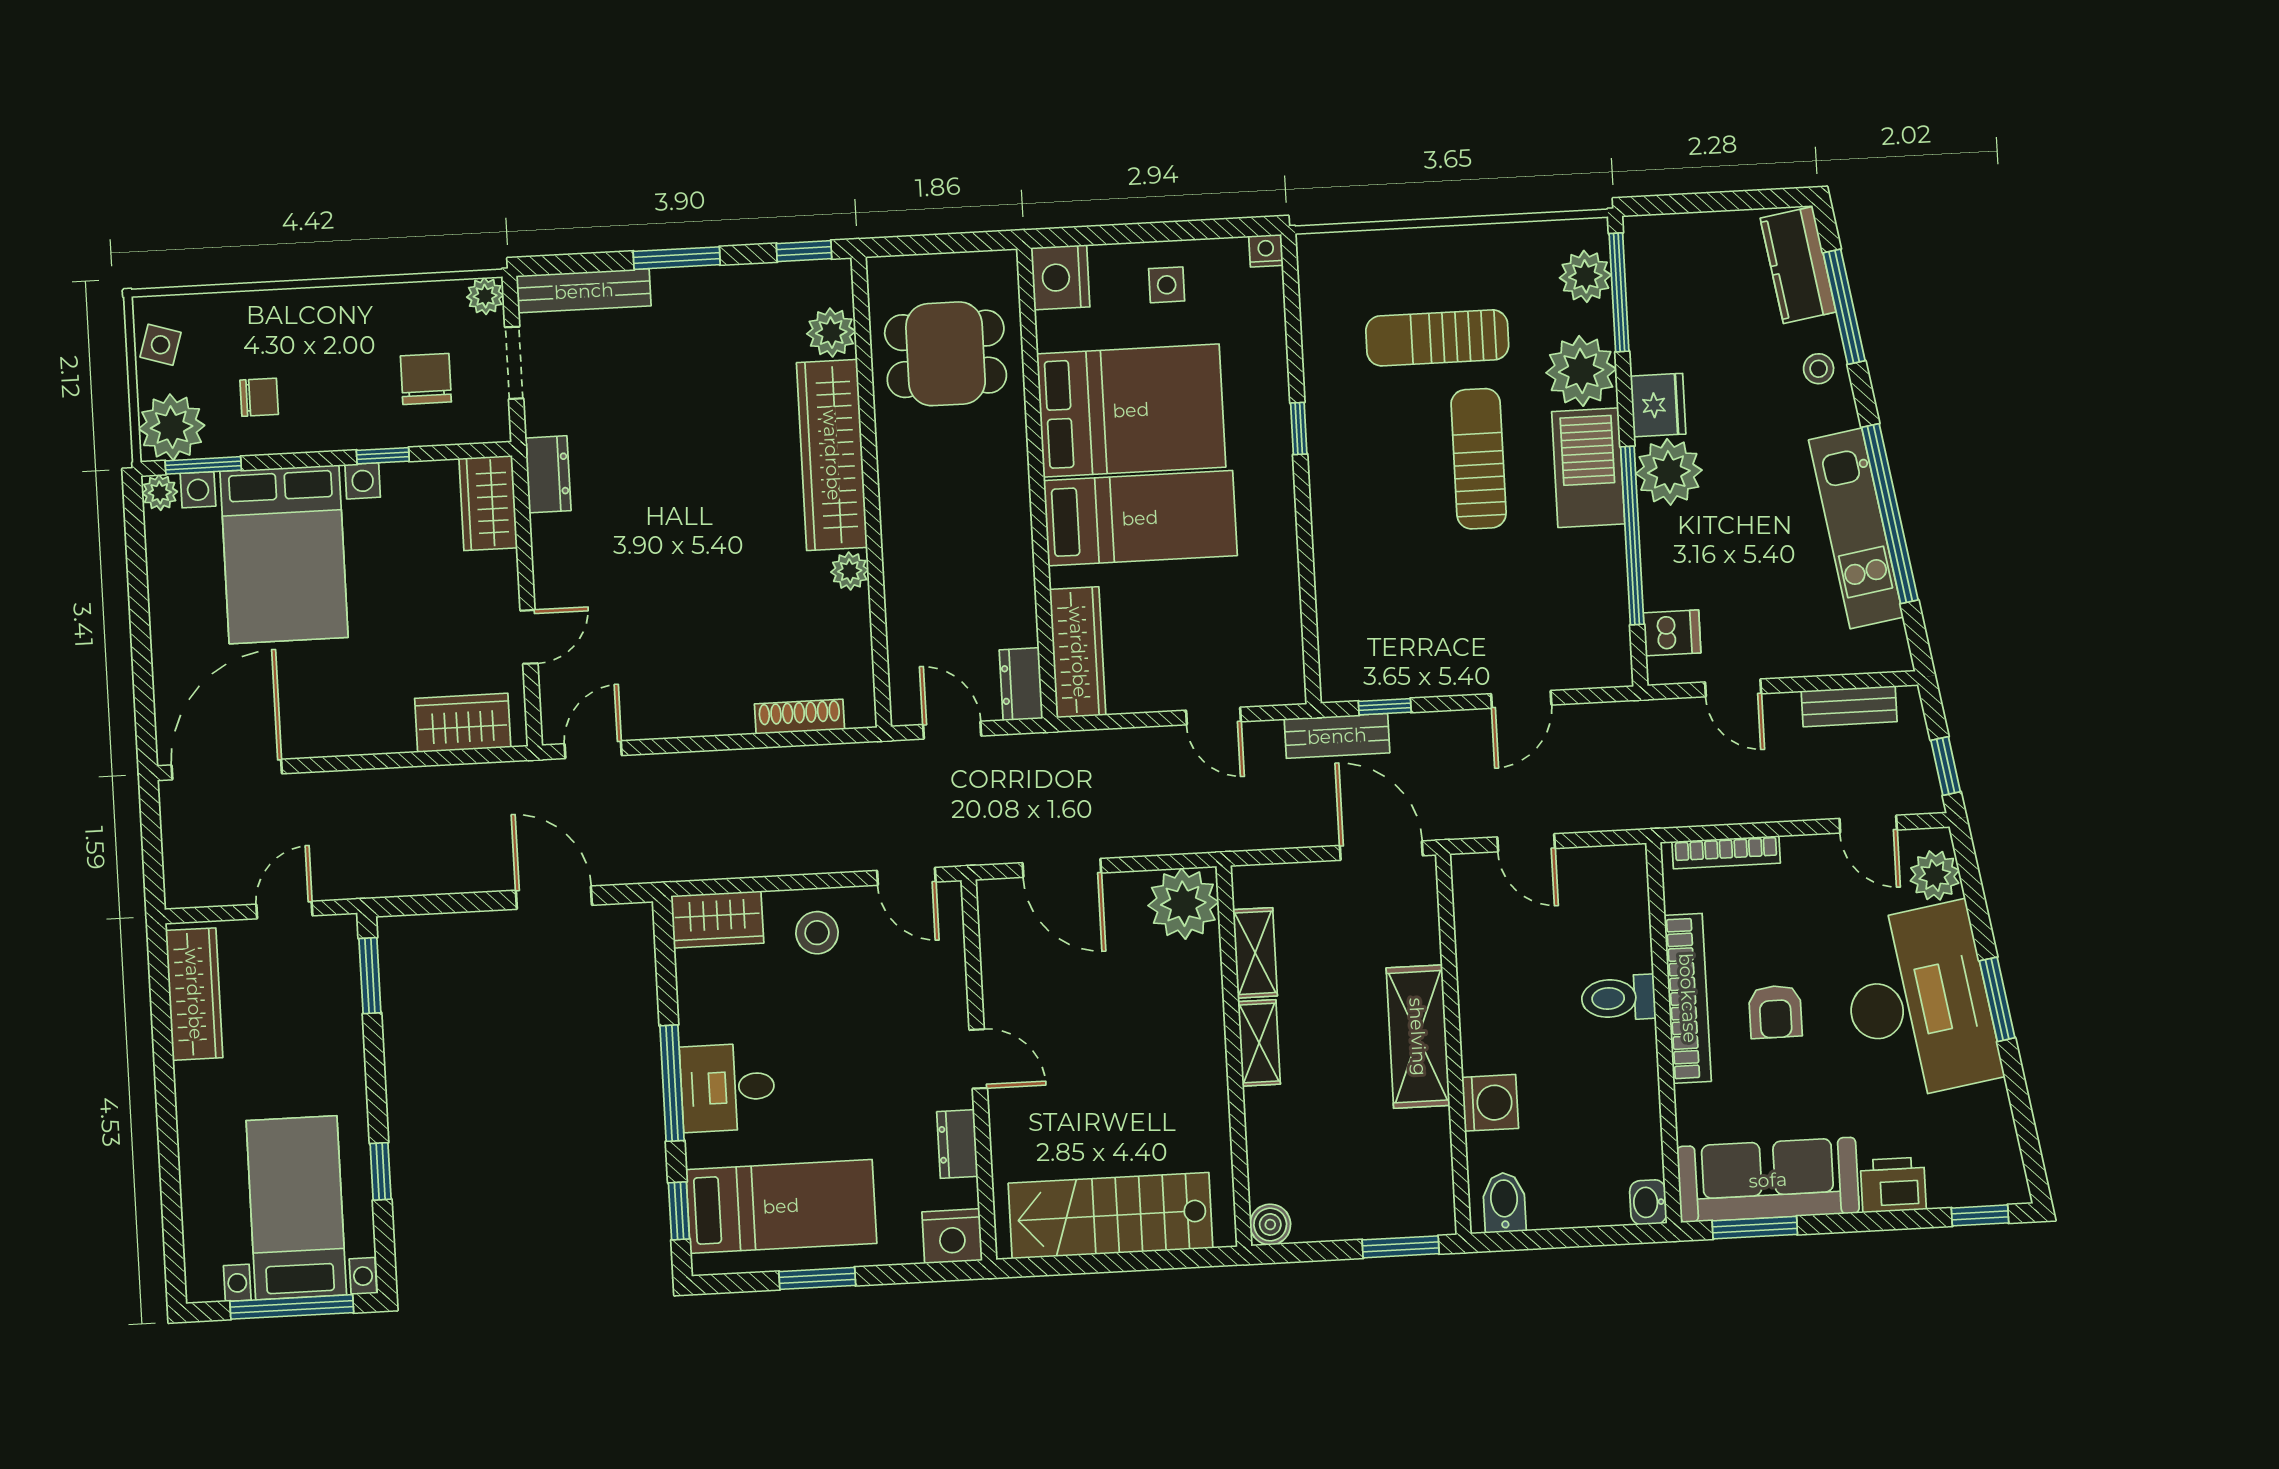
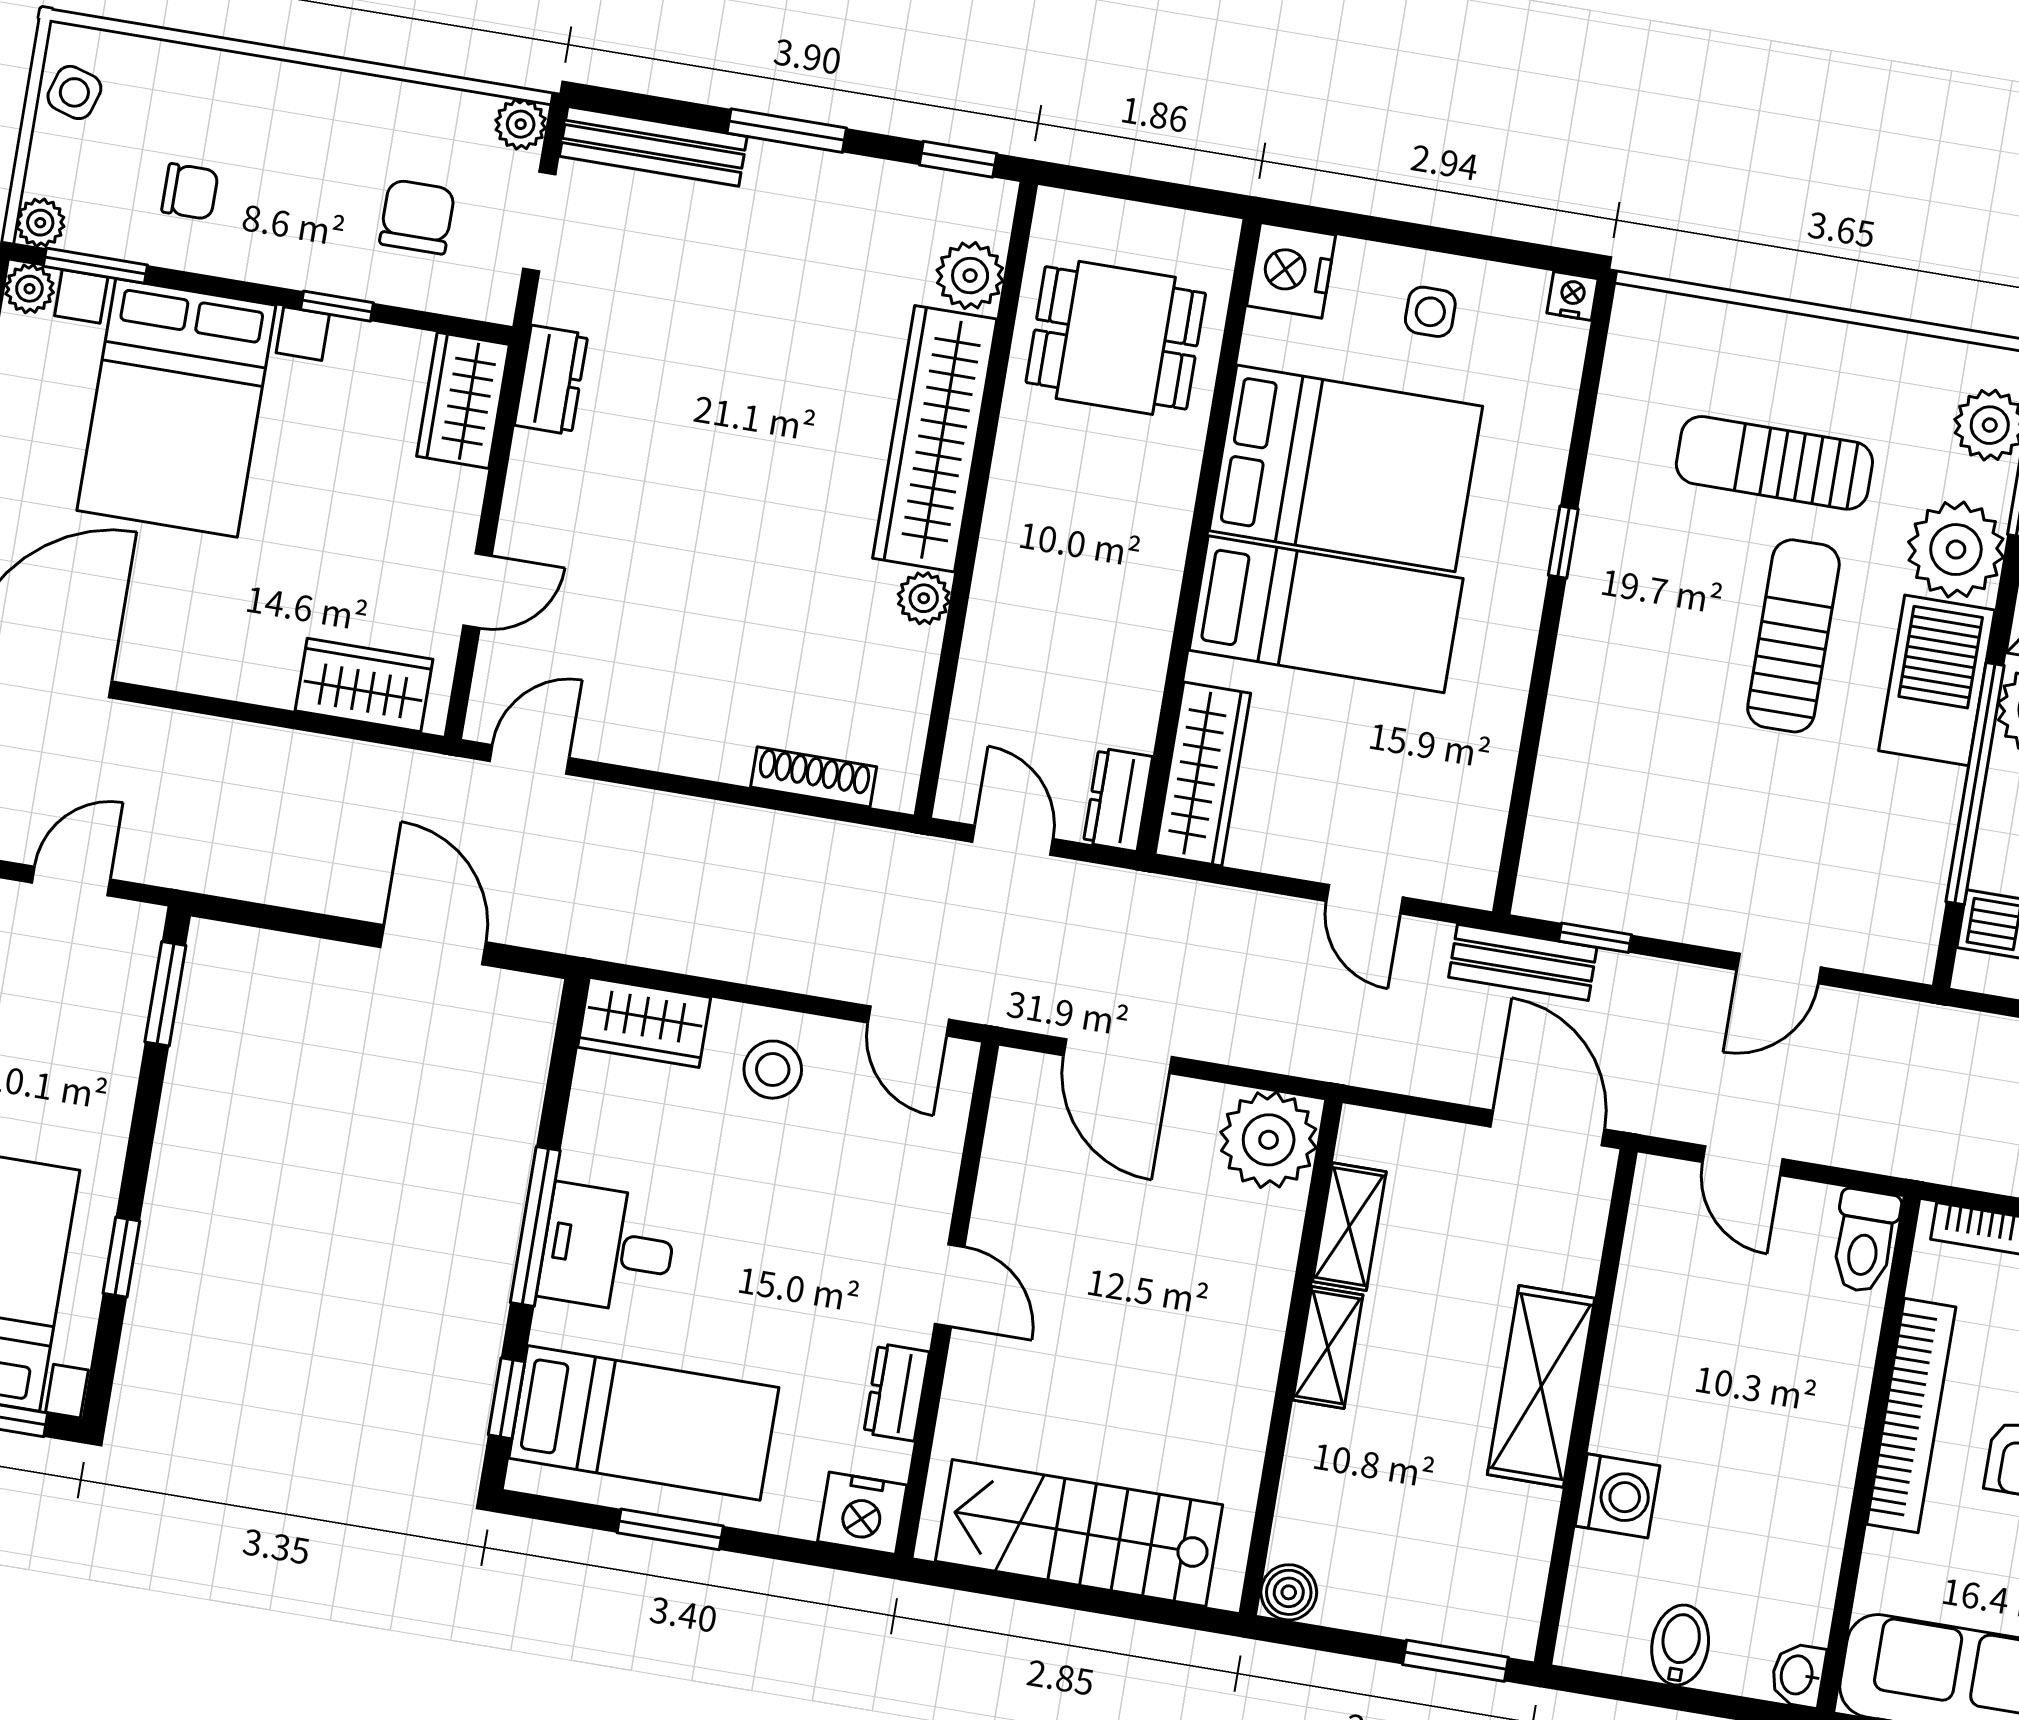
plant: (172, 427) -> (40, 223), width x0.53, depth x0.53
toilet: (1618, 998) -> (1865, 1241), moved, turned -90
bidet: (1504, 1203) -> (1680, 1645), moved

